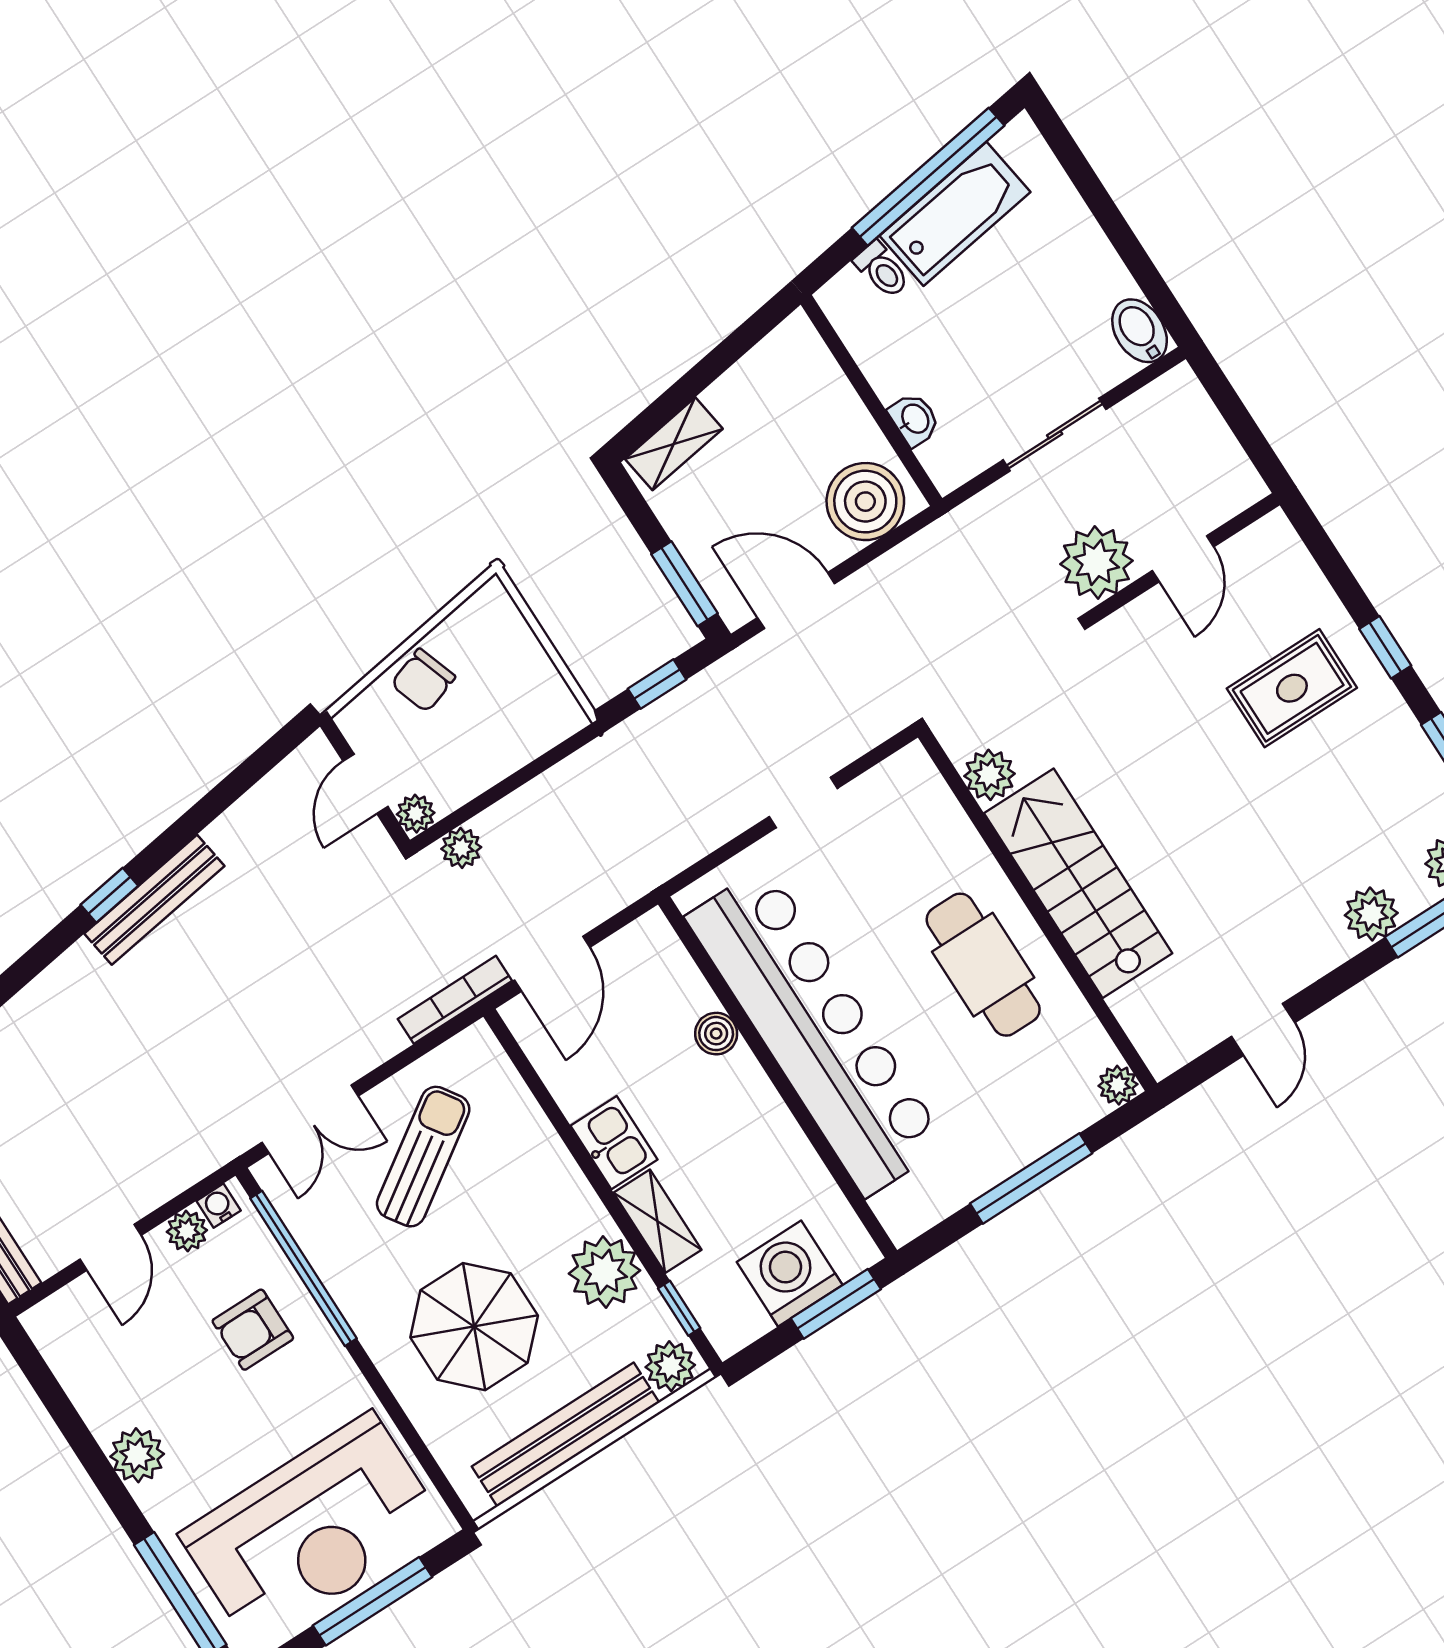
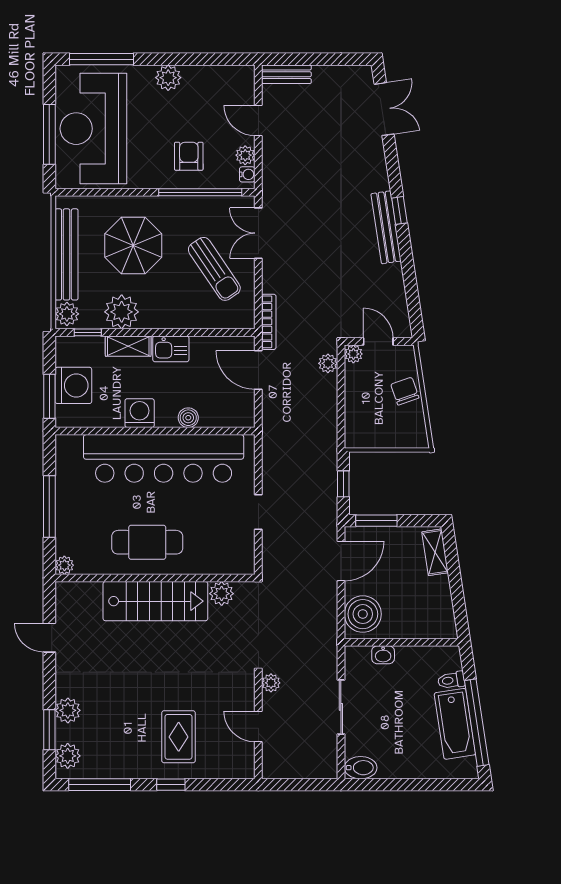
plant: (1096, 562) -> (271, 683), width x0.53, depth x0.53
washing machine: (763, 1125) -> (140, 413), added

